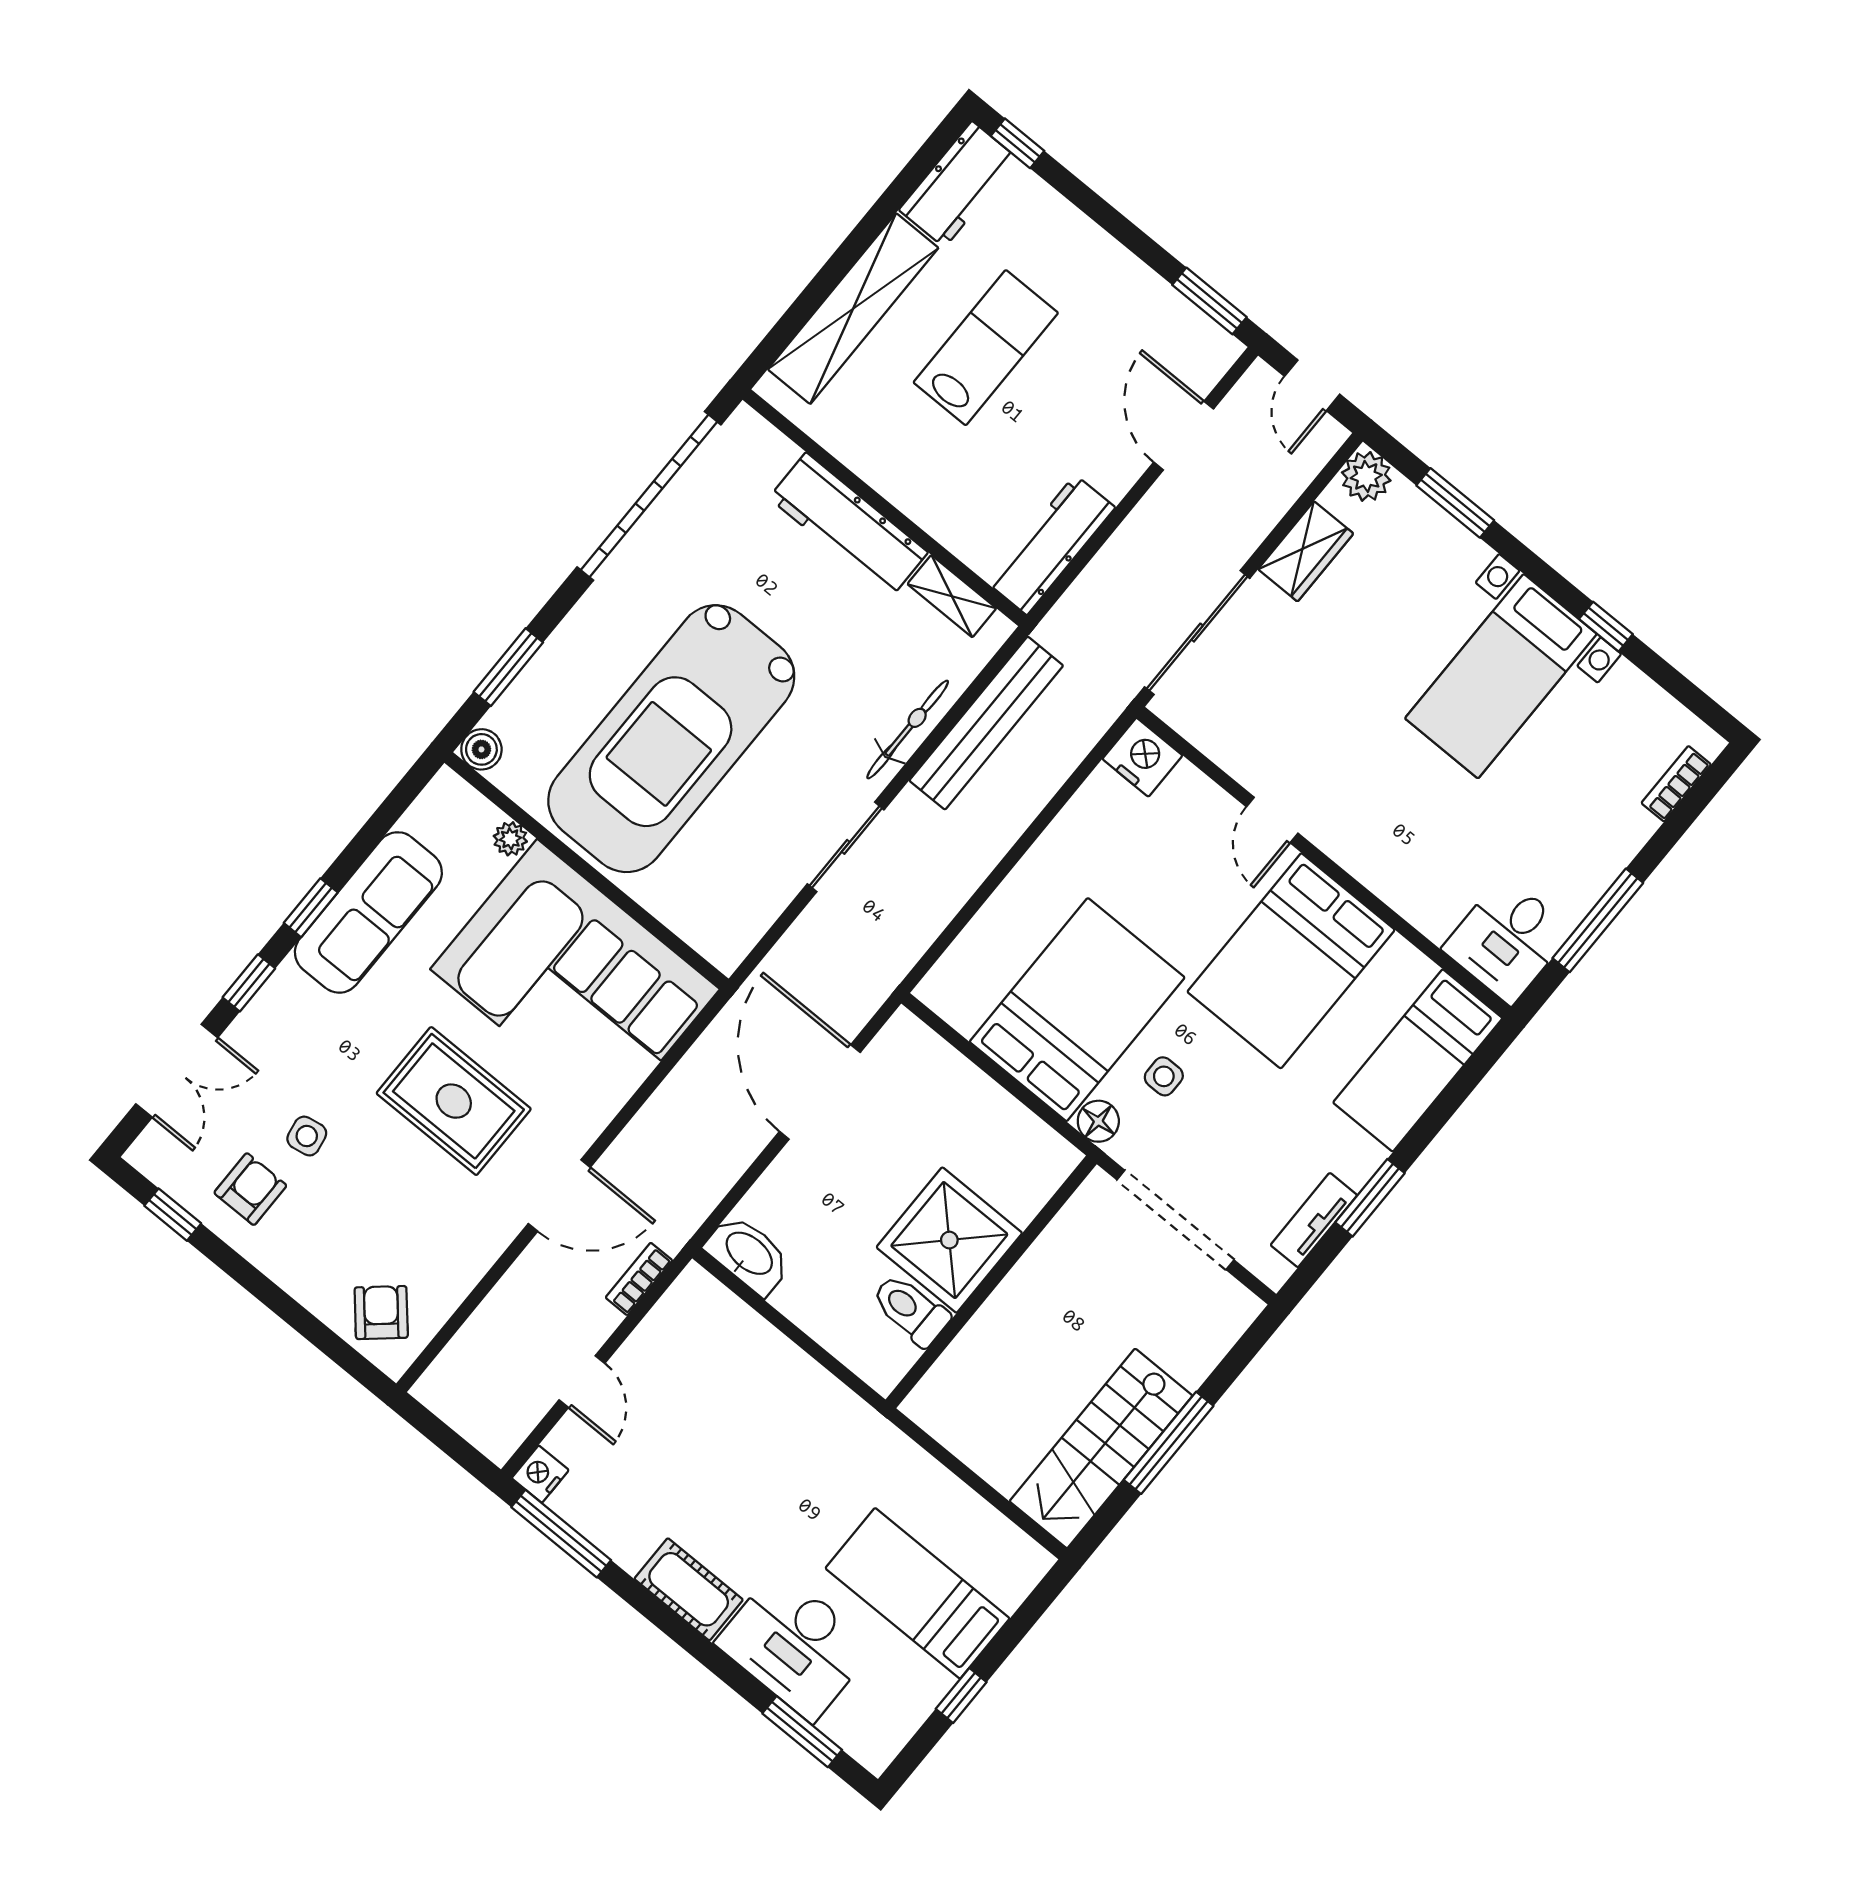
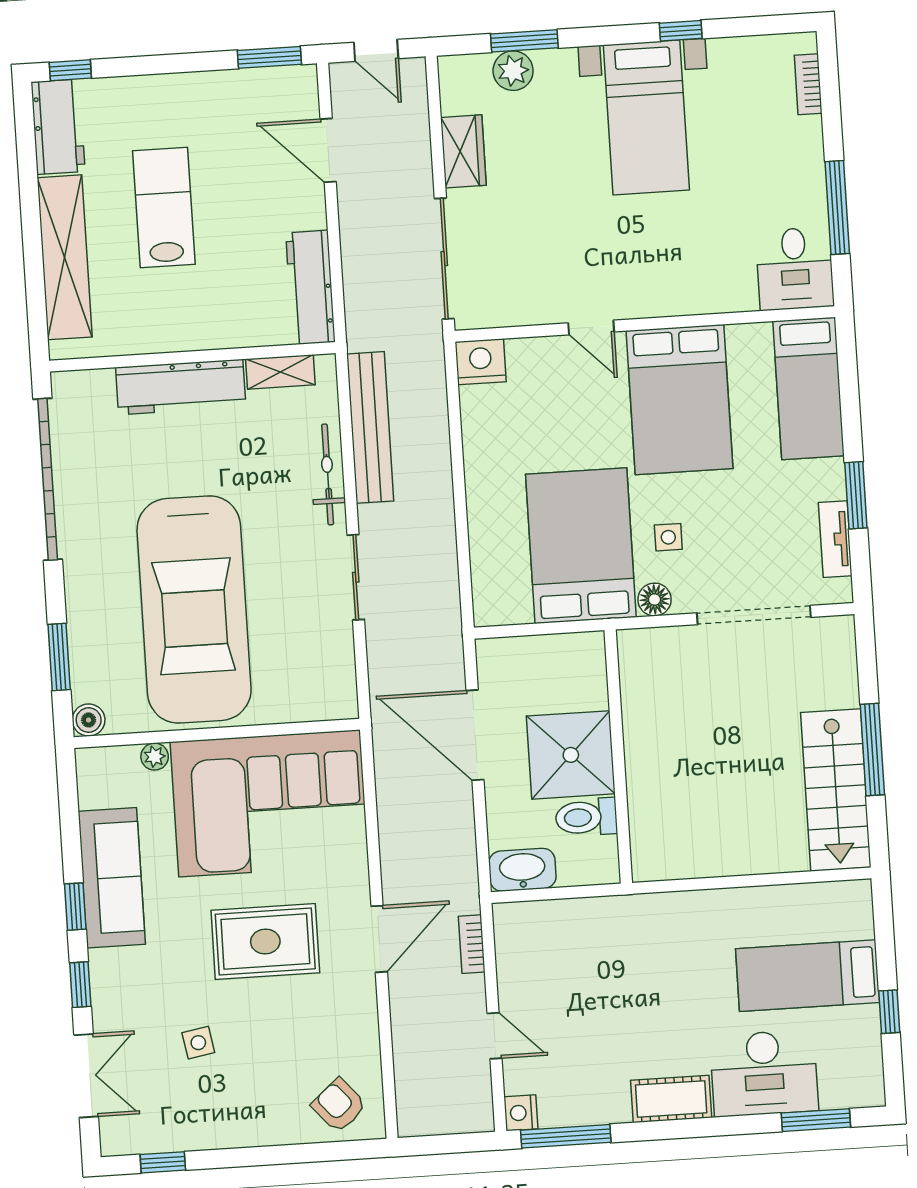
plant: (1366, 476) -> (513, 71), moved
armchair: (250, 1189) -> (194, 1105), removed
shower: (949, 1240) -> (571, 755), moved
wall: (991, 1282) -> (618, 757), moved
toilet: (911, 1310) -> (586, 817), moved

